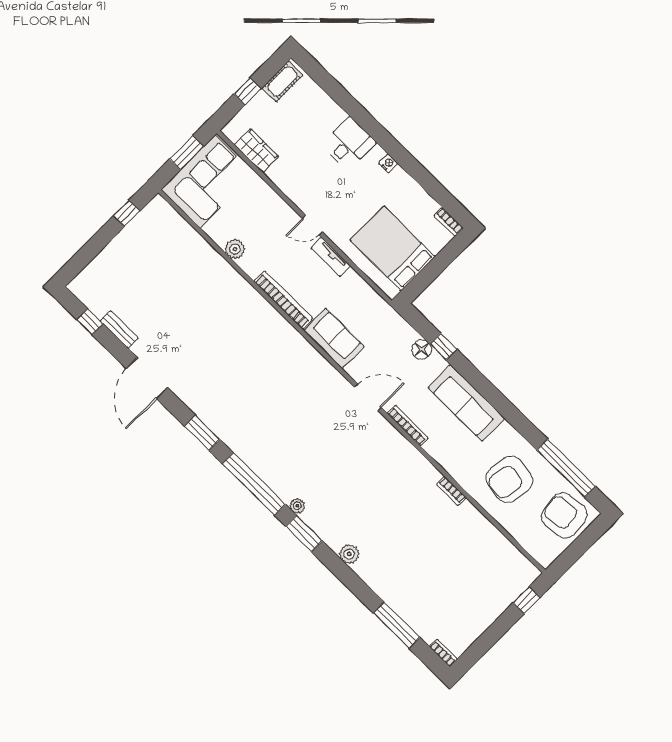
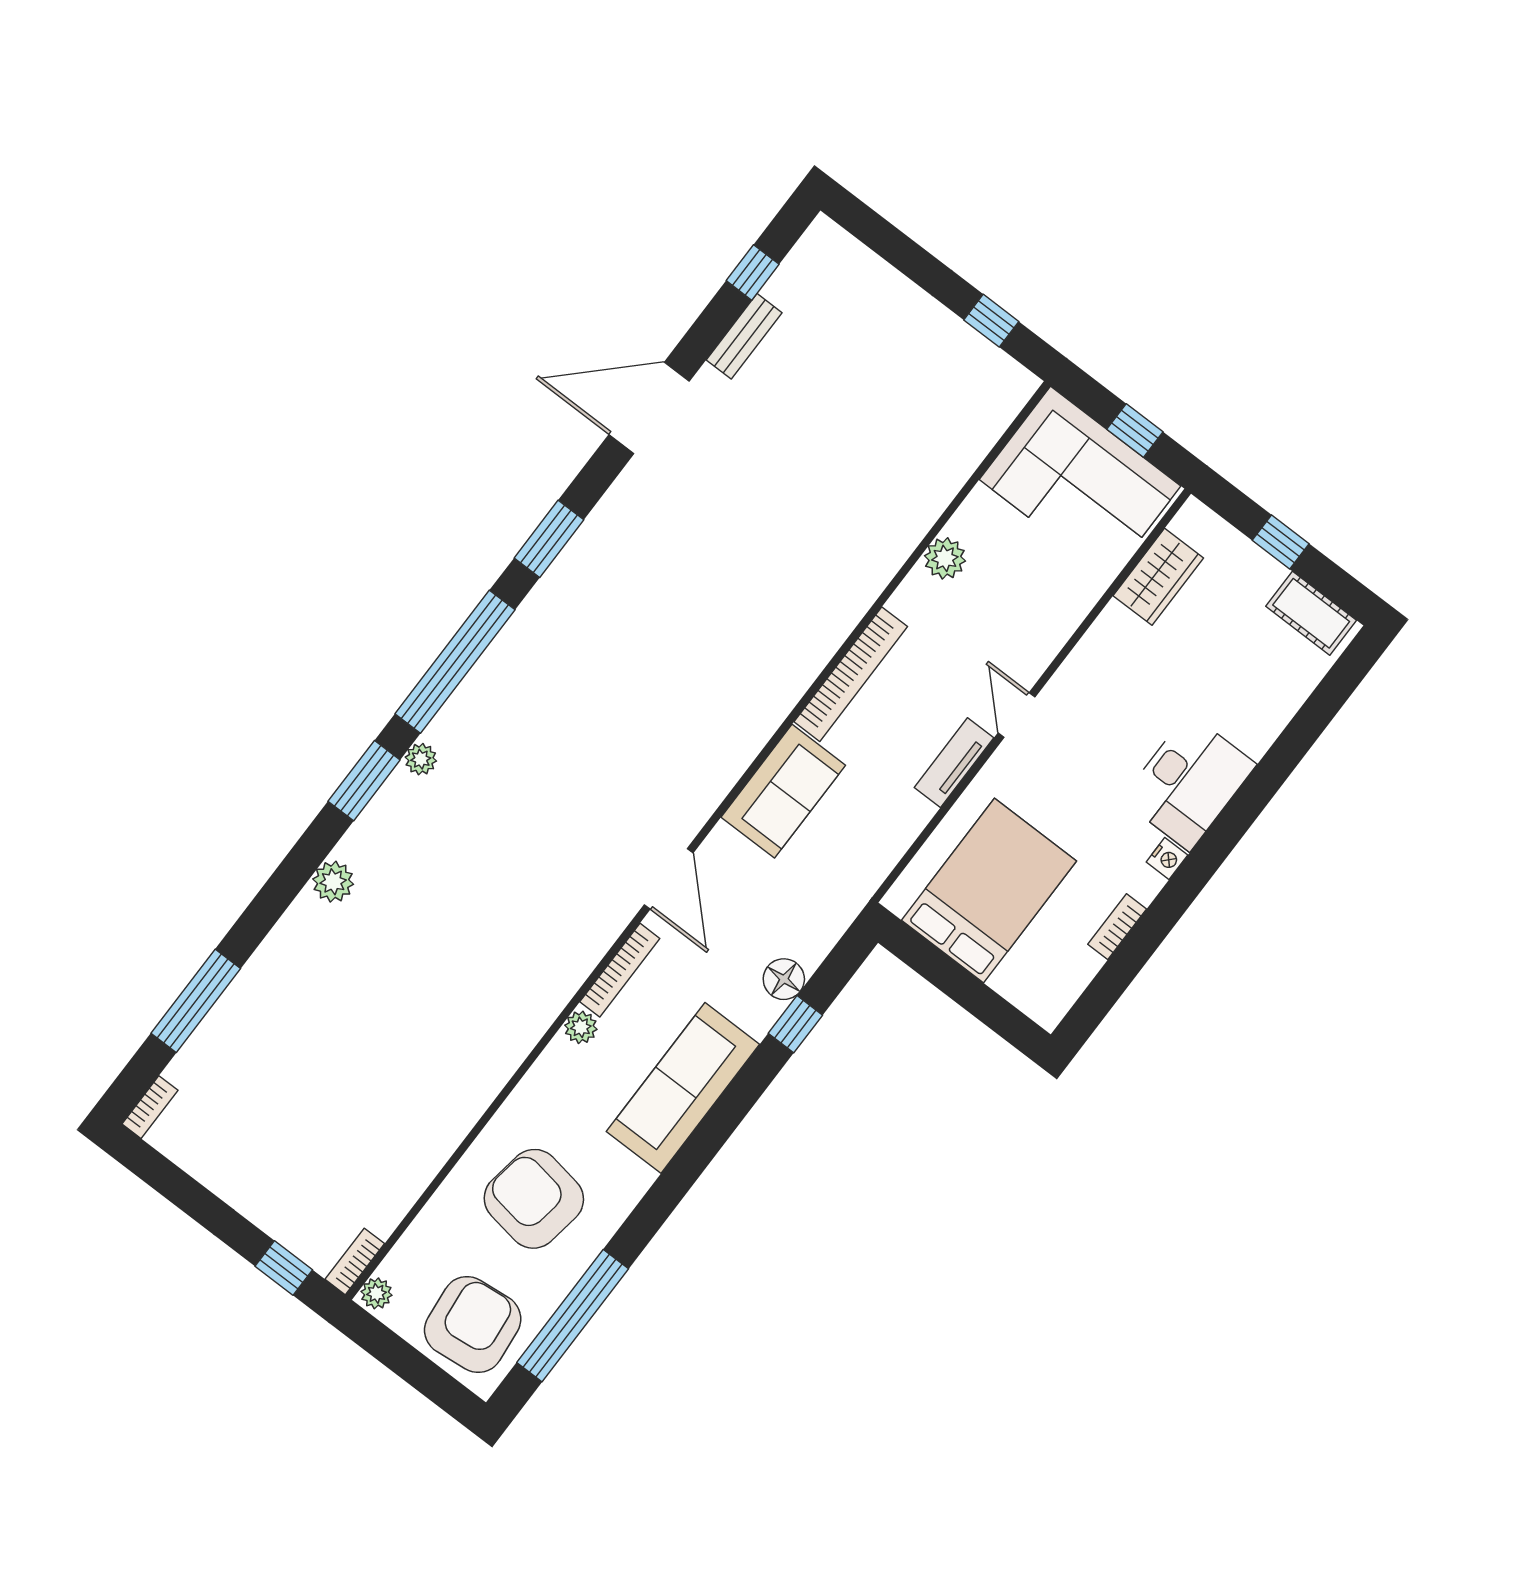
desk: (349, 144) -> (1189, 782), width x1.37
window: (187, 153) -> (1135, 431), width x0.67
bookcase: (449, 222) -> (1117, 927), moved
plant: (432, 447) -> (581, 1027), added
bookcase: (451, 491) -> (355, 1261), moved
plant: (544, 558) -> (376, 1293), added

